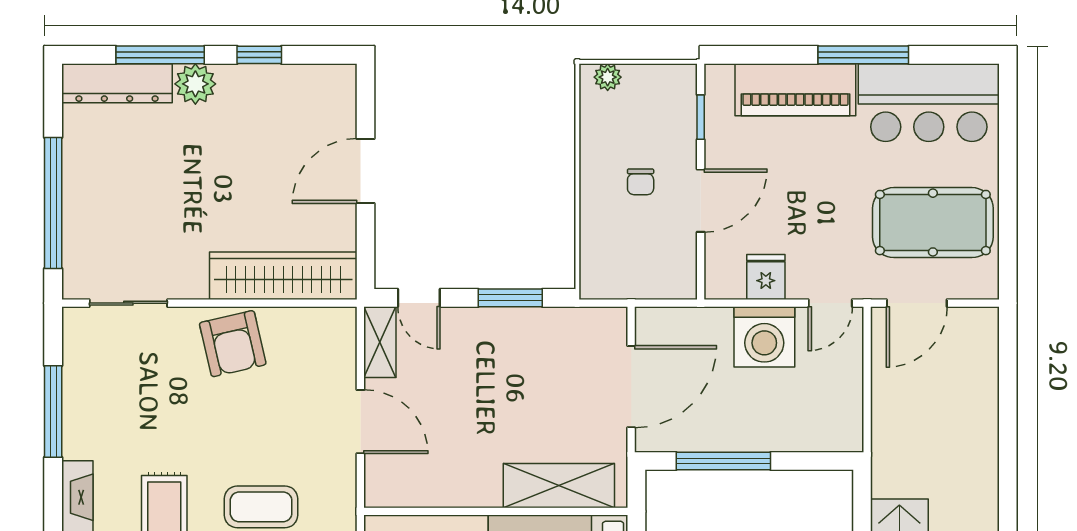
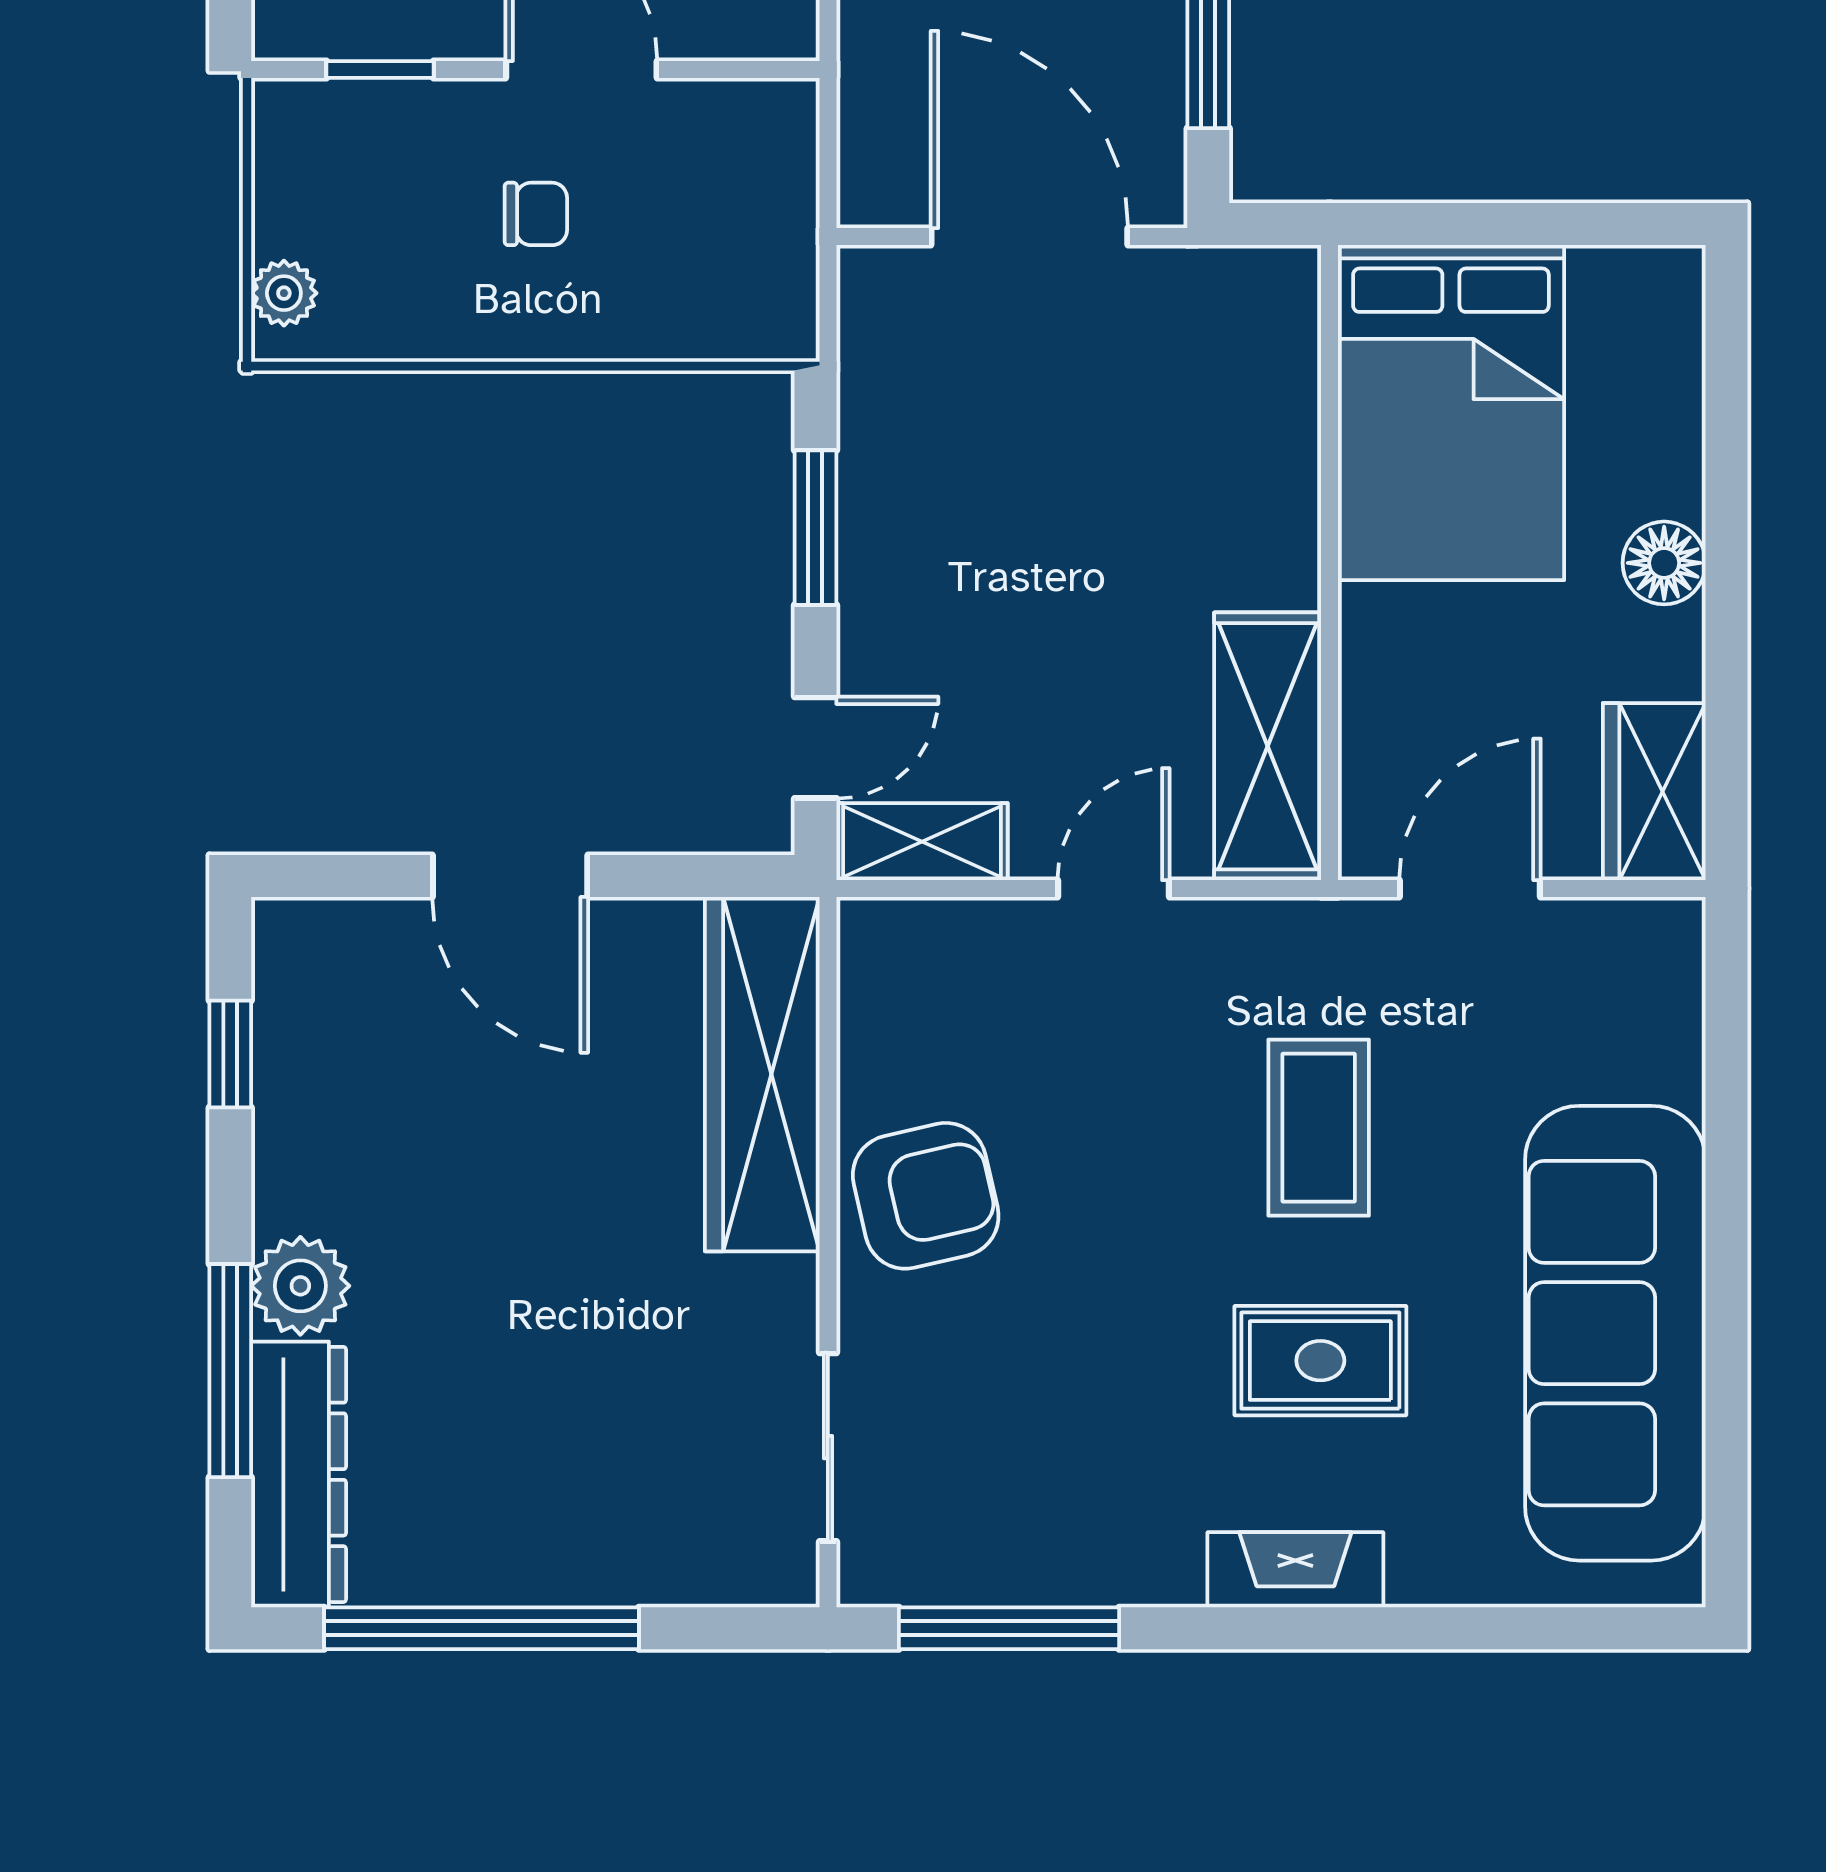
window: (259, 55) -> (230, 1054), moved
window: (53, 203) -> (482, 1628), moved
window: (53, 412) -> (1009, 1628), moved
door: (360, 422) -> (1113, 889), width x0.73
shelving: (559, 486) -> (1268, 746), moved

